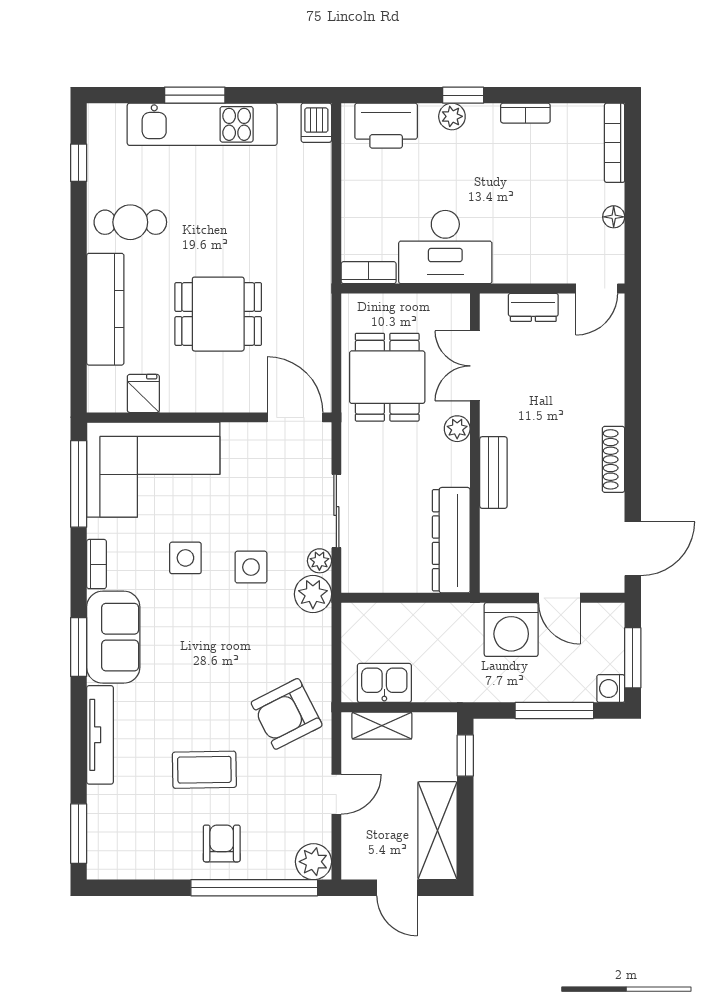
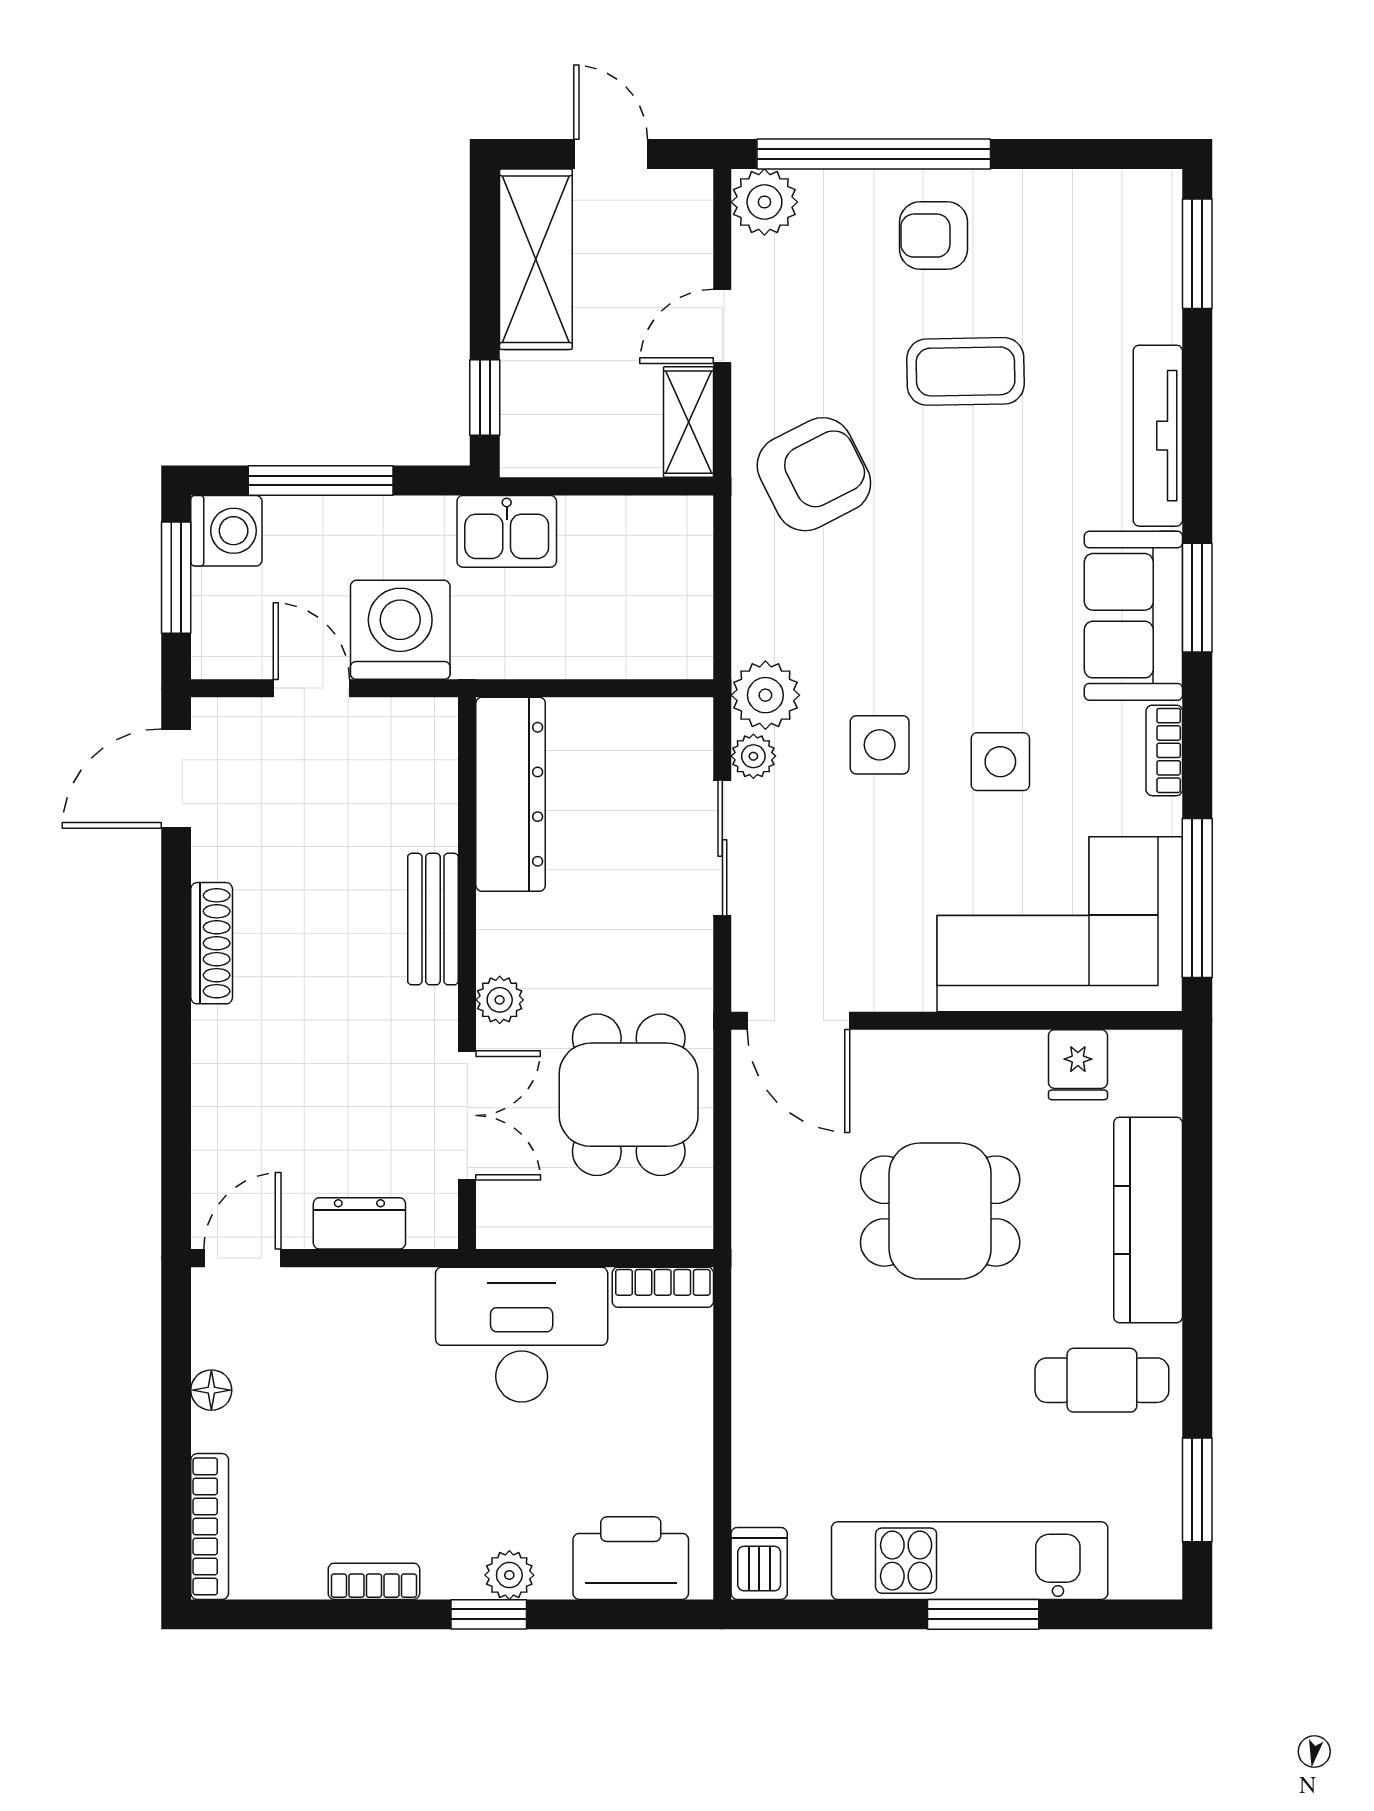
window: (79, 163) -> (1197, 1490), width x1.50
kitchen sink: (384, 683) -> (507, 531), moved
washing machine: (611, 689) -> (226, 531), width x1.38, depth x1.38
shelving: (382, 726) -> (688, 422), moved, turned 90
armchair: (222, 843) -> (934, 236), turned 90

